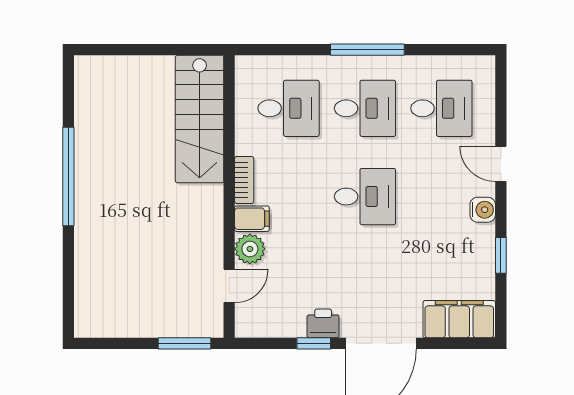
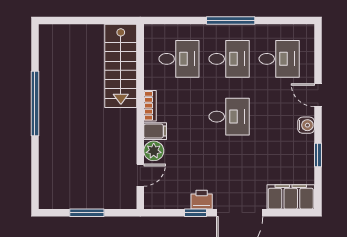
window: (184, 343) -> (87, 213), moved

